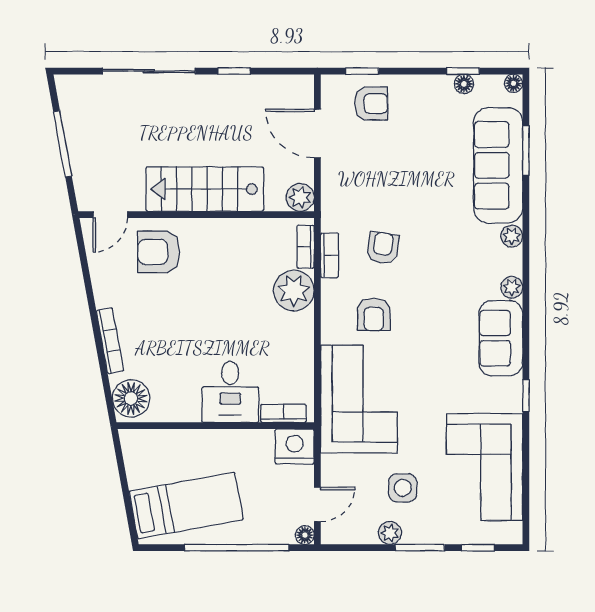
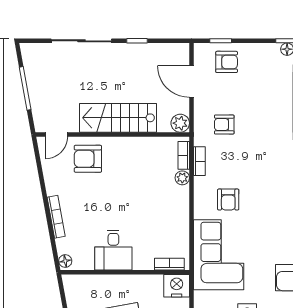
armchair: (383, 248) -> (224, 124), moved, turned -98
plant: (294, 291) -> (182, 178), width x0.53, depth x0.53
desk: (230, 392) -> (113, 250), moved
floor lamp: (131, 398) -> (65, 261), width x0.53, depth x0.53

